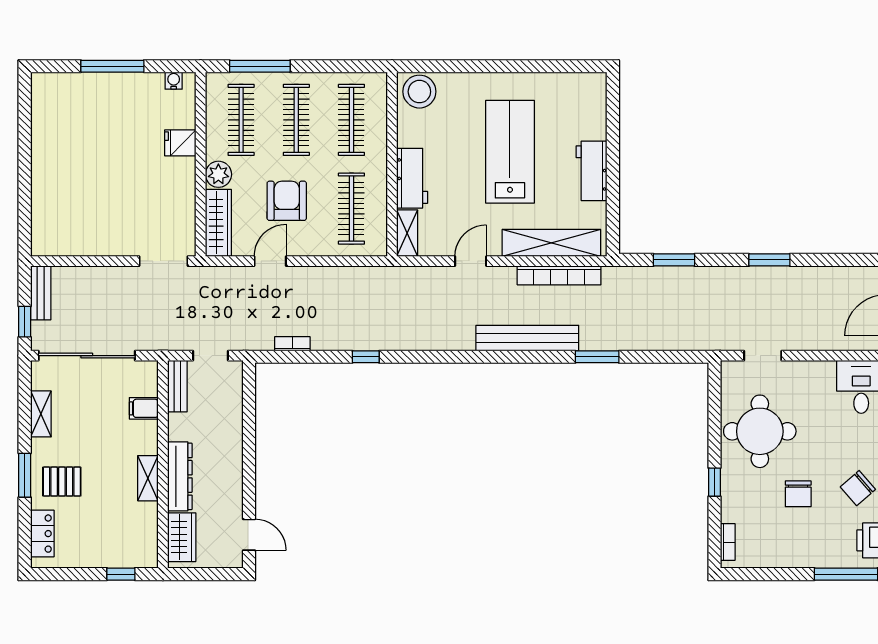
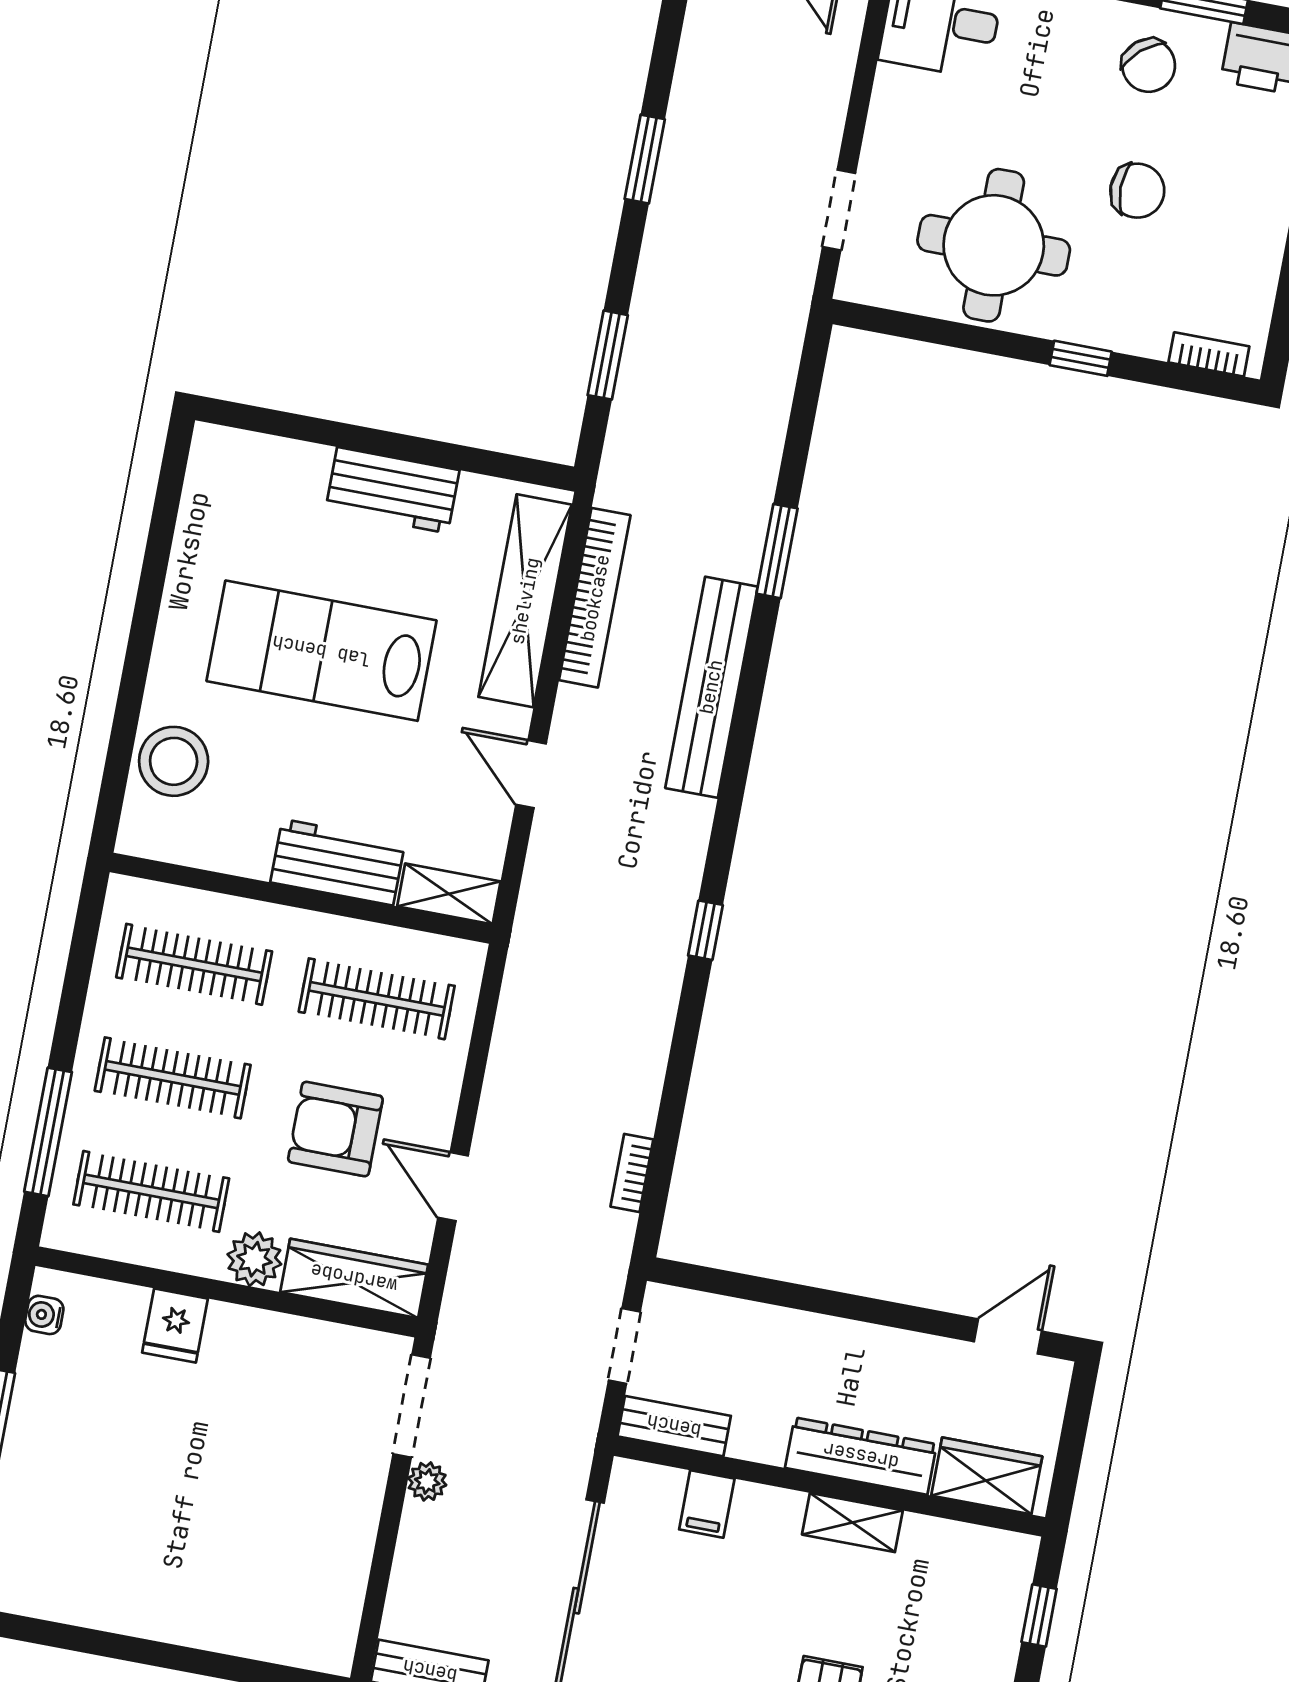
stool: (419, 92) -> (174, 761), moved
plant: (129, 275) -> (427, 1481), added
window: (366, 357) -> (705, 930), moved

